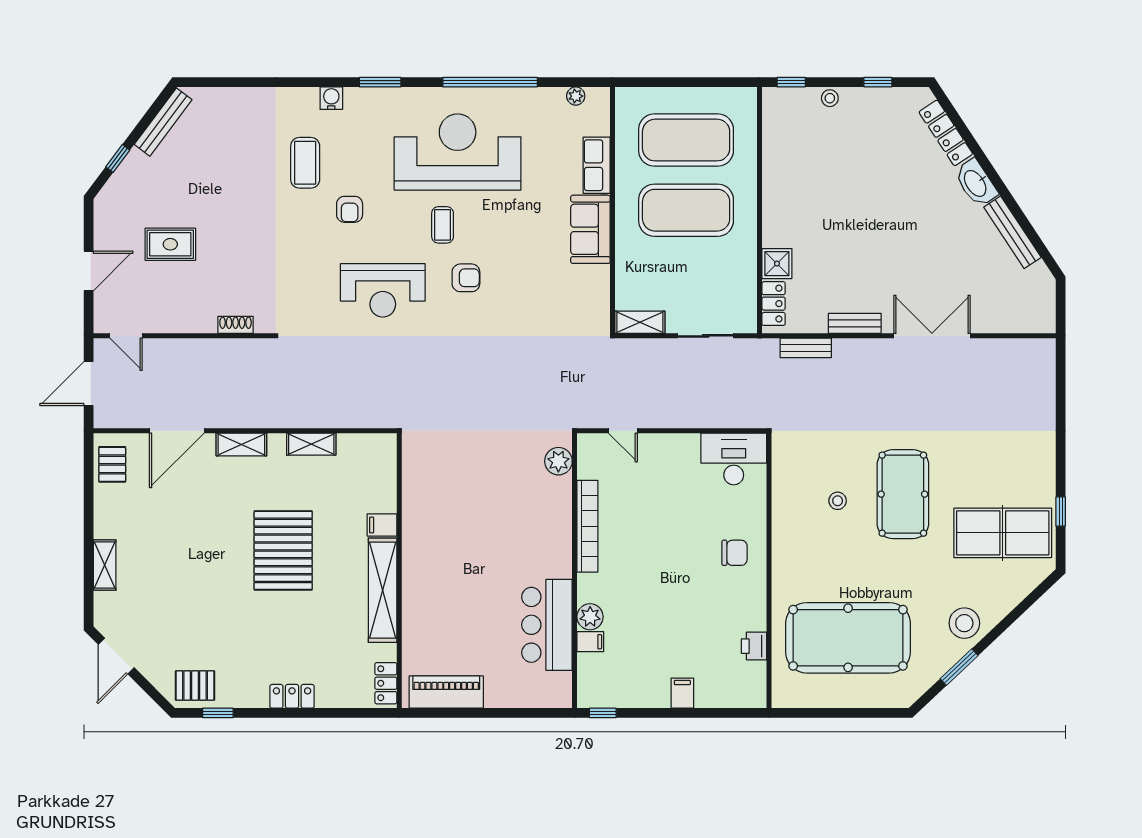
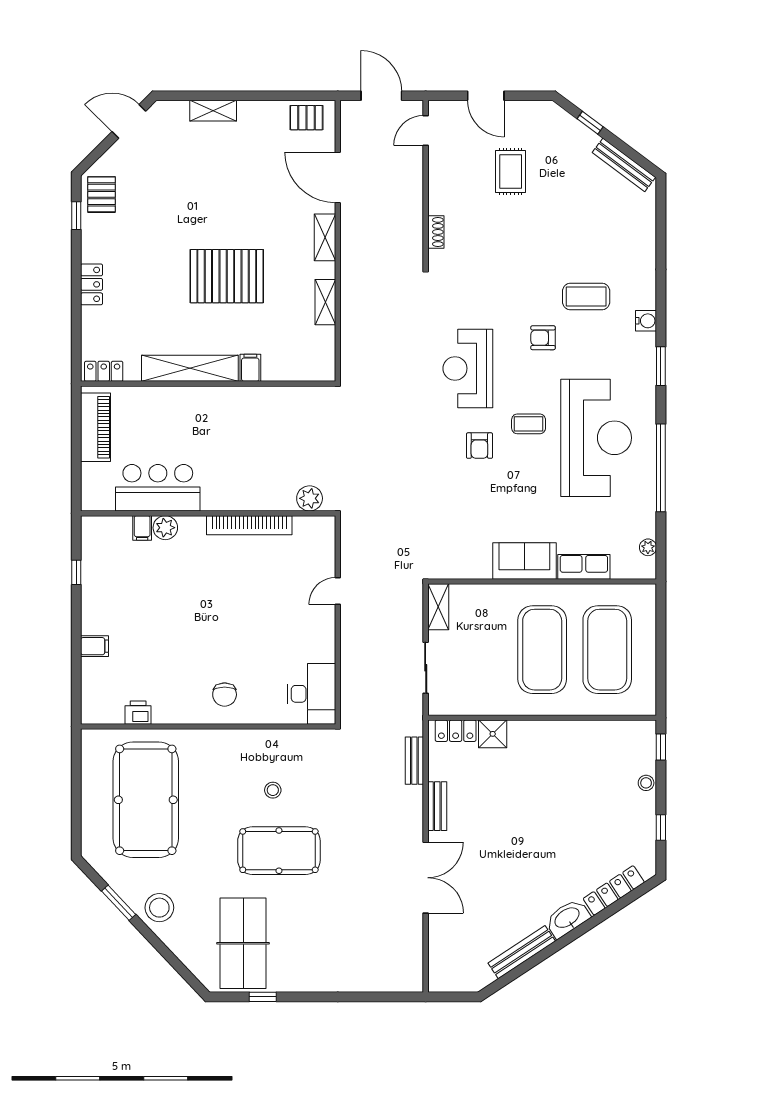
plant: (558, 461) -> (310, 498), moved
bookcase: (587, 526) -> (249, 525), moved
wall: (575, 571) -> (208, 513), moved
plant: (590, 617) -> (165, 528), moved
bar counter: (547, 625) -> (158, 488), moved
filing cabinet: (590, 642) -> (142, 528), moved

